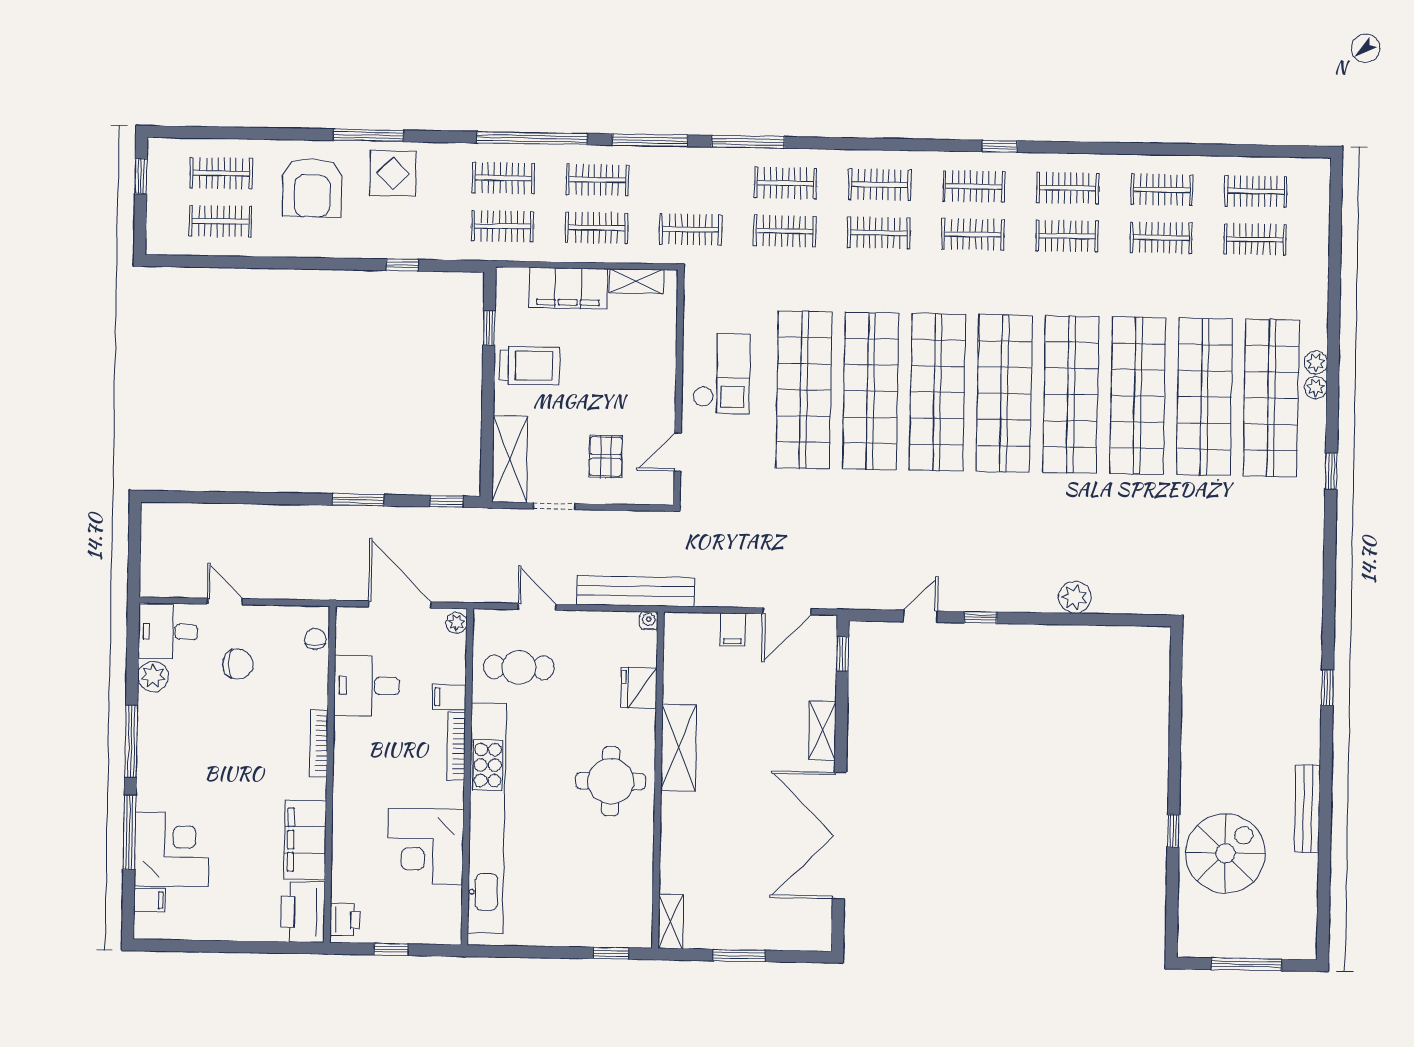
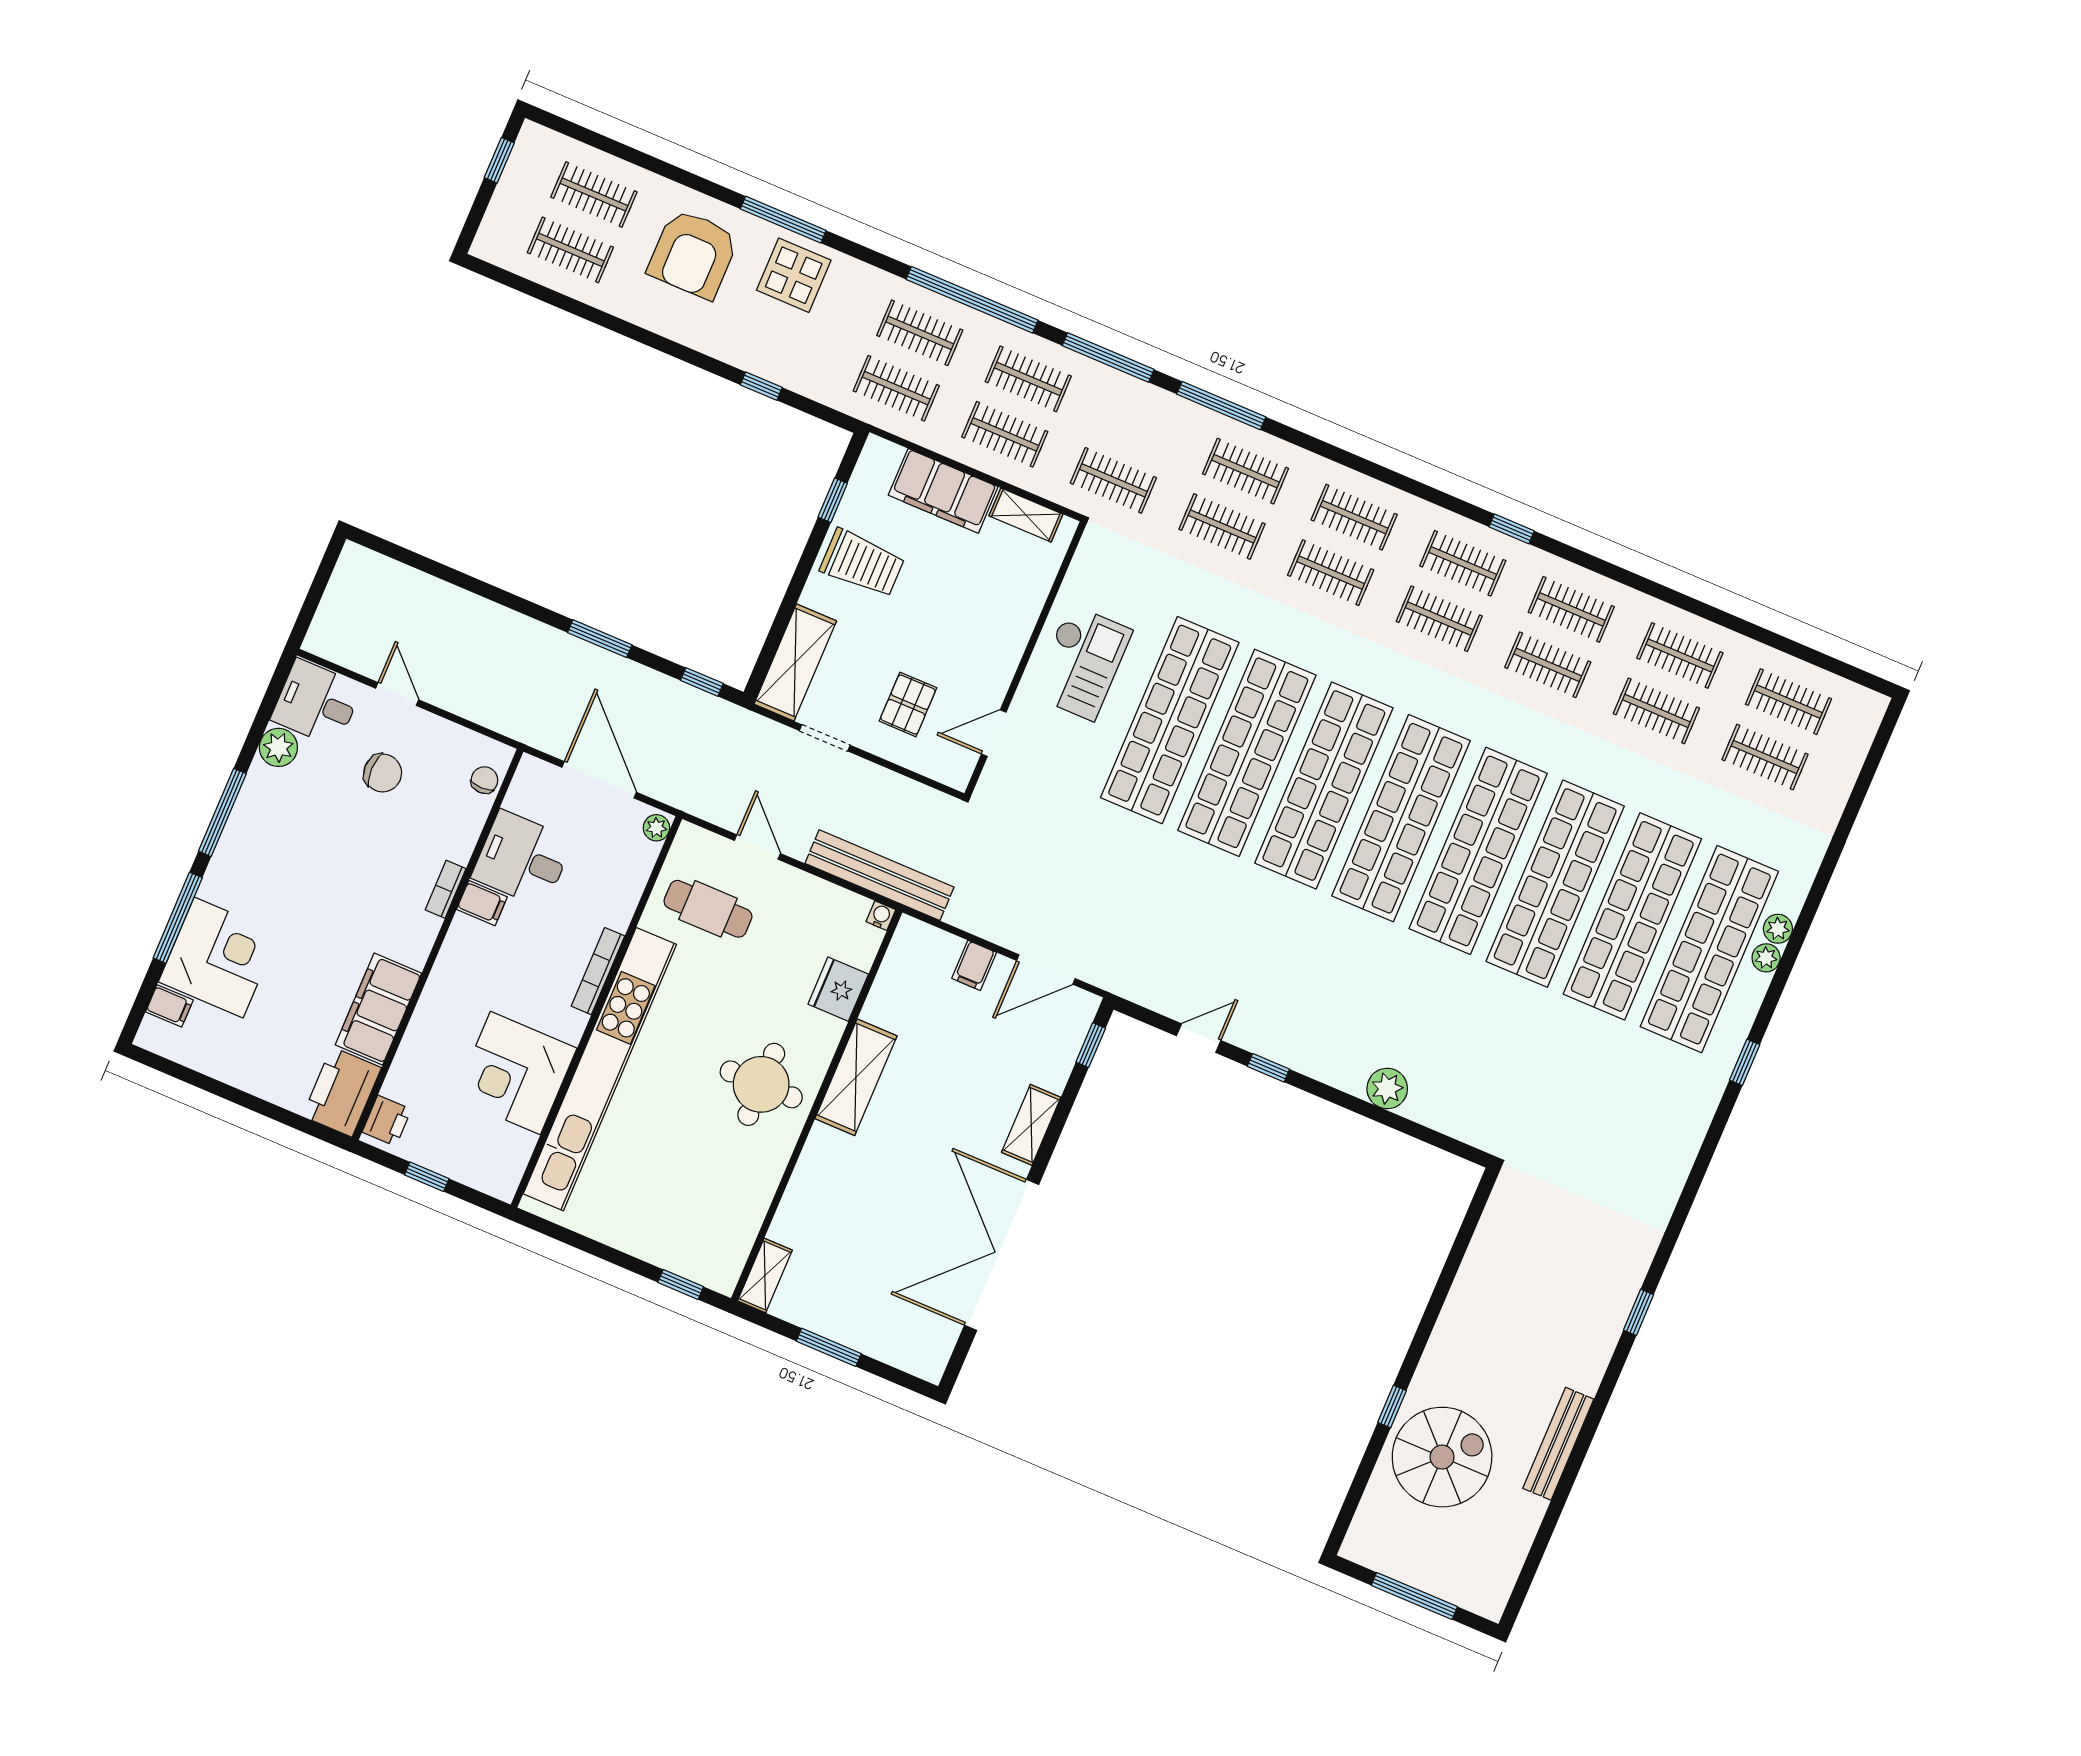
filing cabinet: (449, 697) -> (482, 903), moved, turned 180
bookcase: (319, 743) -> (446, 889), width x0.64

